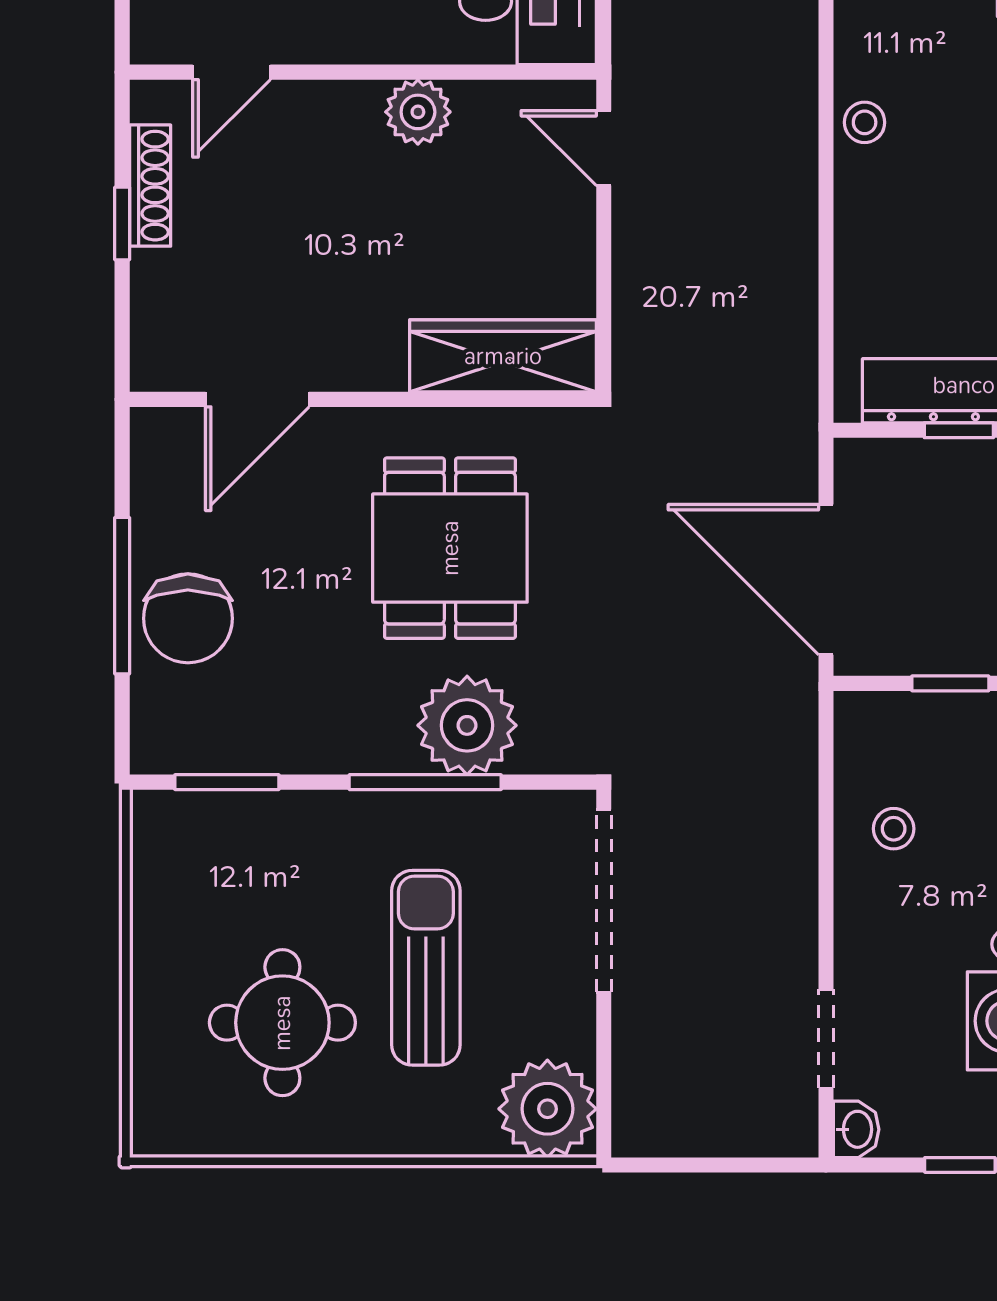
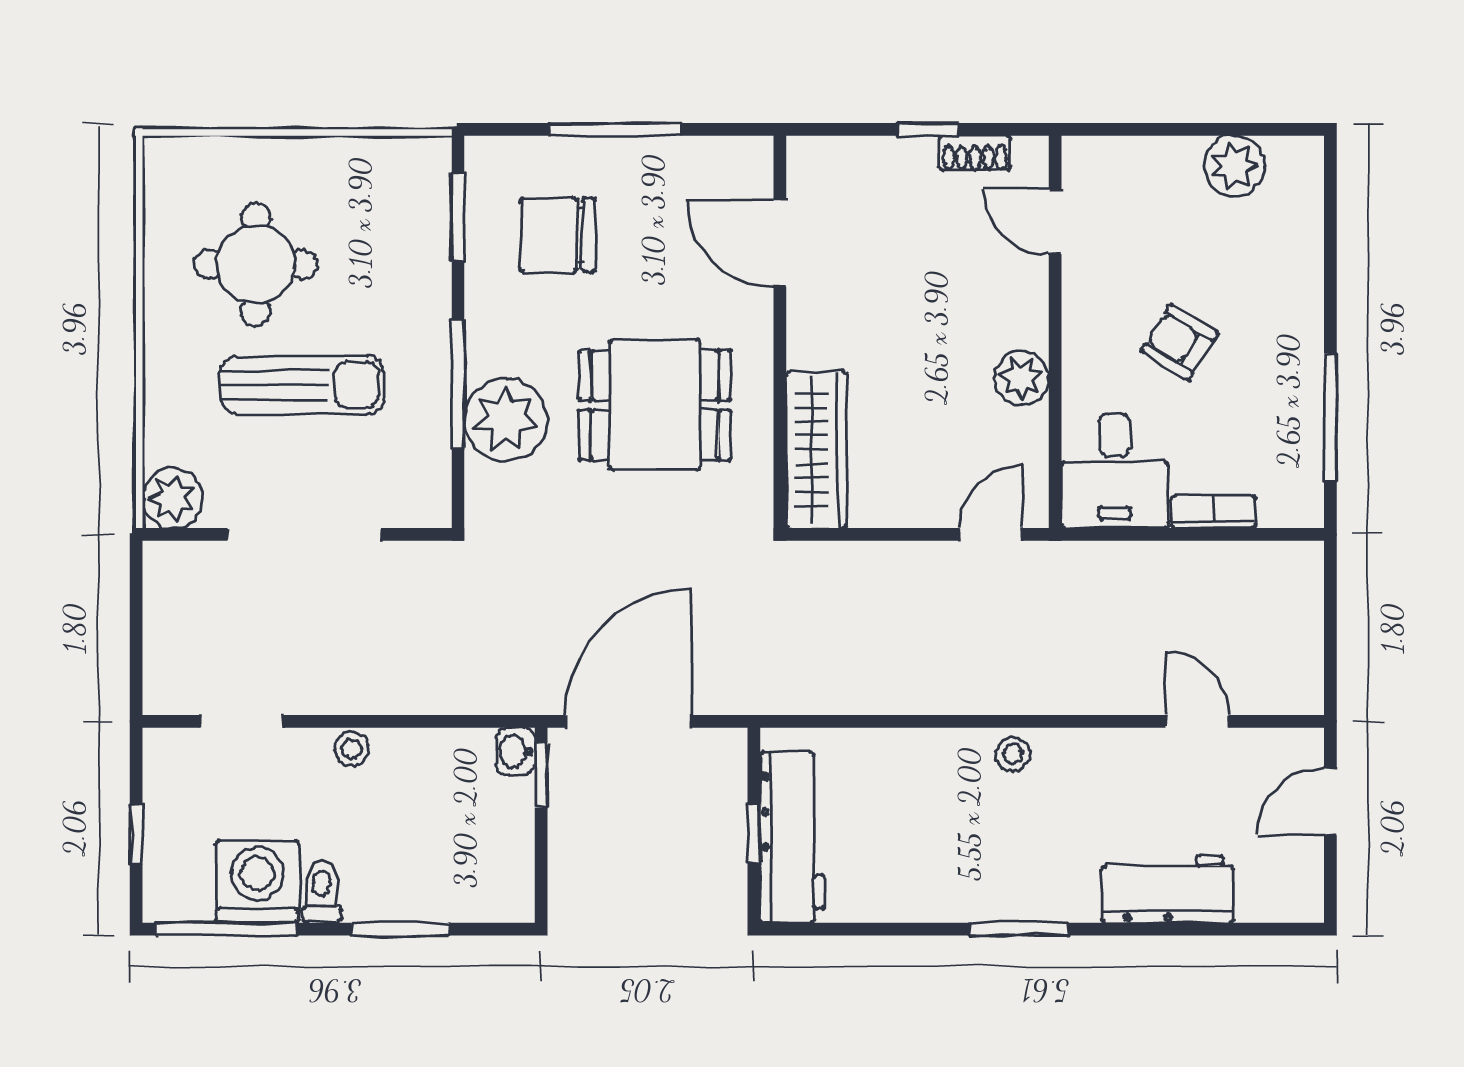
shoe rack: (150, 186) -> (975, 153), width x0.70
chair: (188, 618) -> (557, 235), moved
window: (950, 683) -> (541, 775), moved
stool: (894, 829) -> (352, 749), moved
doorway: (604, 901) -> (304, 534), moved
plant: (547, 1109) -> (172, 498), width x0.73, depth x0.73
washbasin: (856, 1129) -> (516, 751), moved, turned 90

